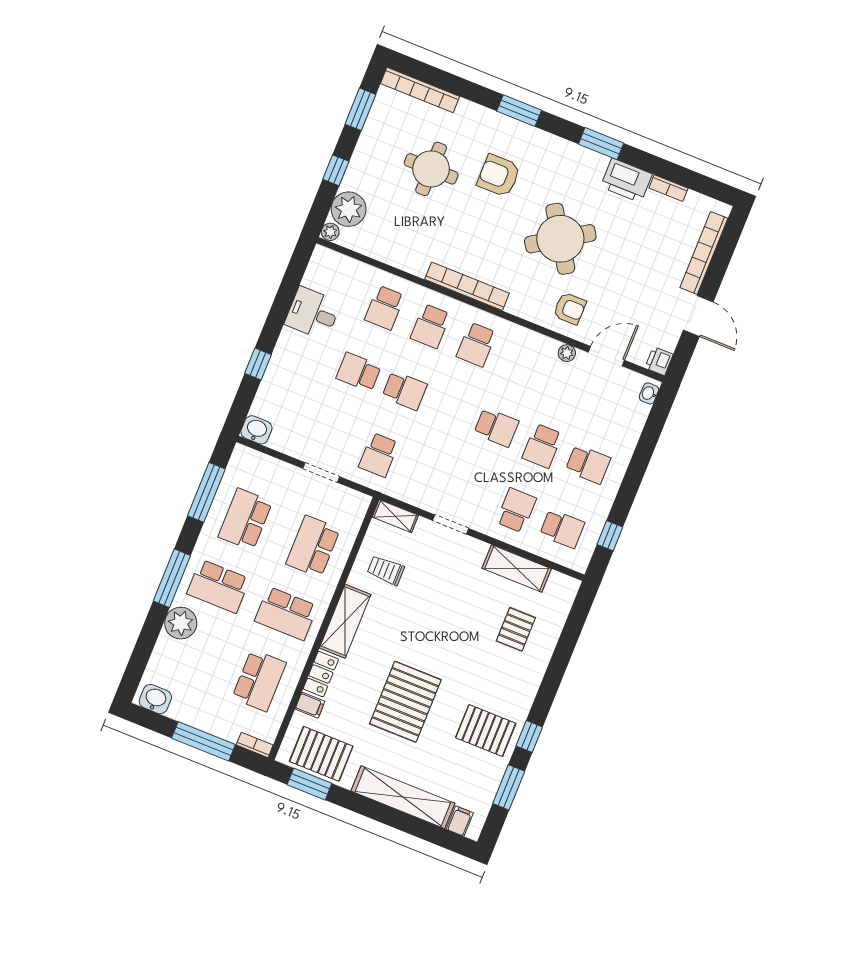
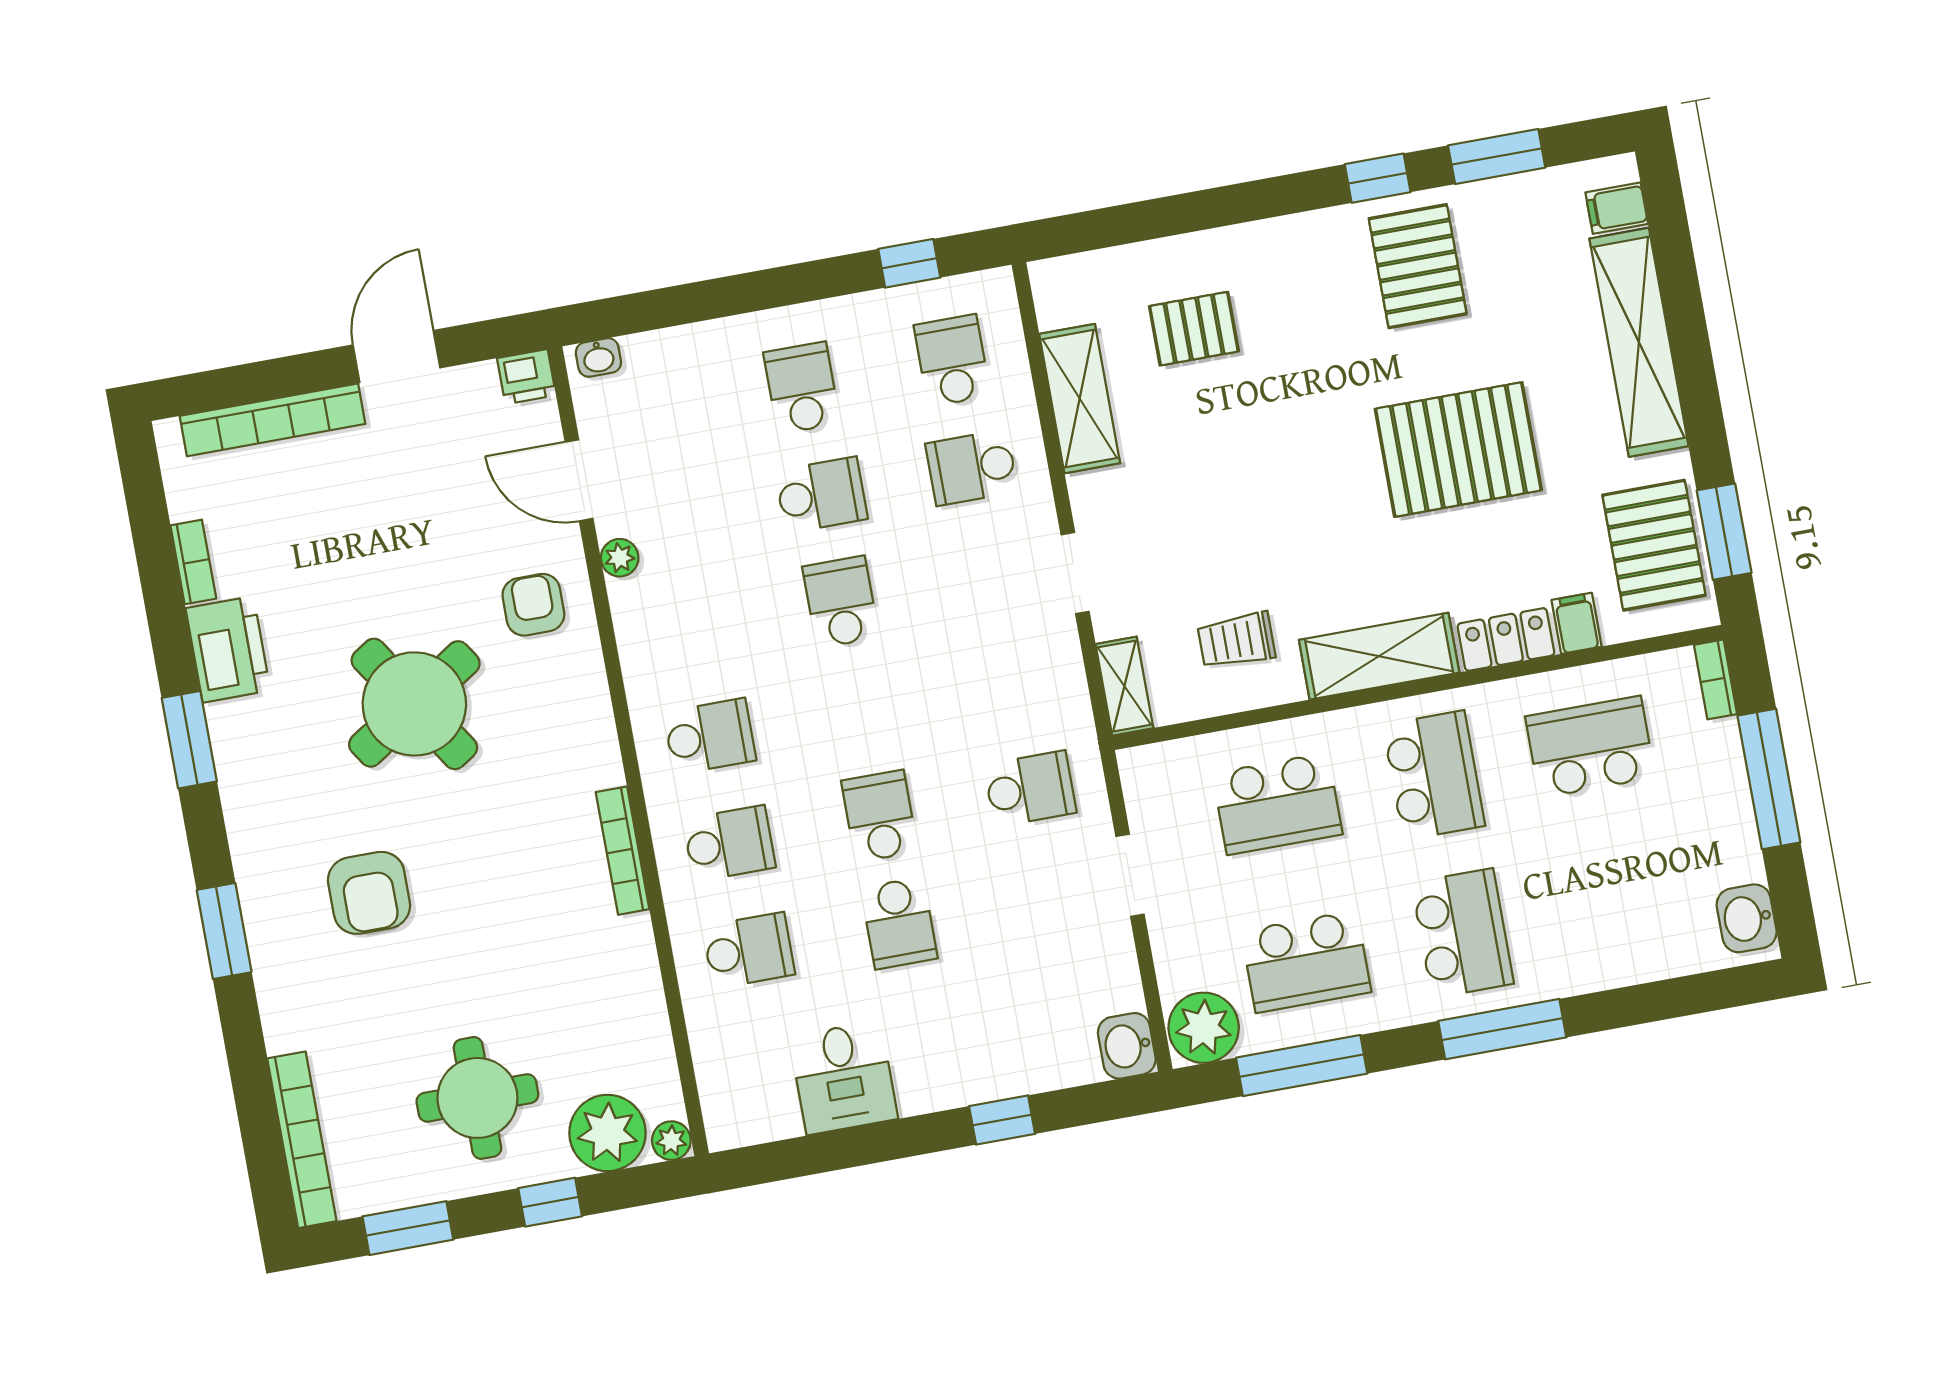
round table: (431, 169) -> (477, 1098), moved
bookcase: (467, 286) -> (623, 851), width x0.68, depth x0.76
trolley: (386, 570) -> (1236, 640), turned 90
plant: (181, 623) -> (1204, 1028), moved

